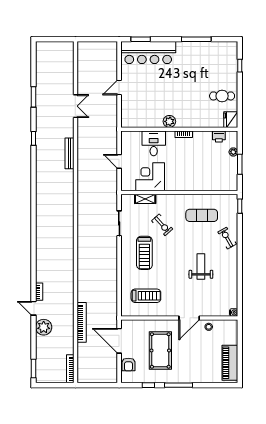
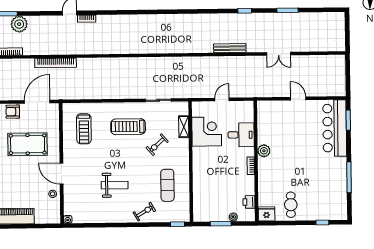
plant: (44, 327) -> (19, 24), moved

